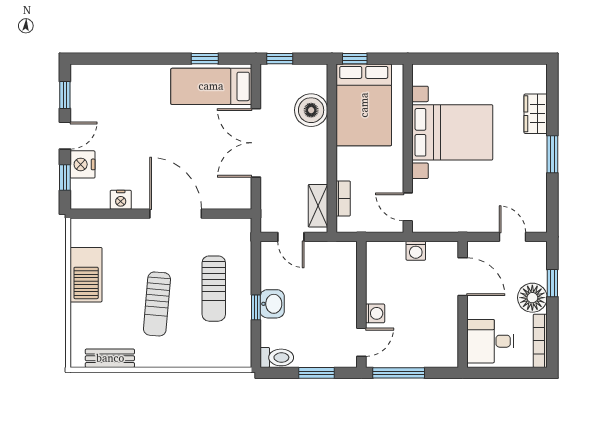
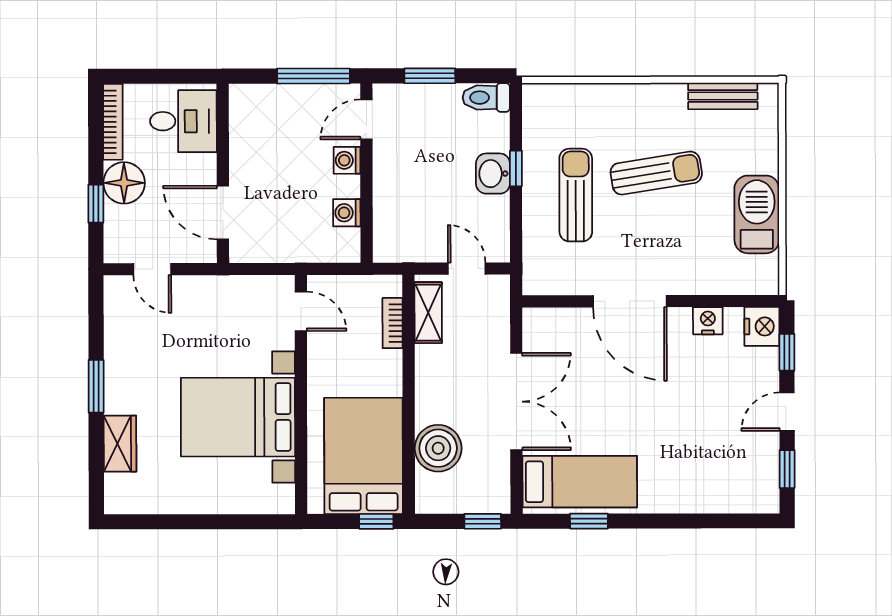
nightstand: (83, 164) -> (762, 326), moved
washing machine: (416, 251) -> (347, 213), moved, turned -90
sun lounger: (157, 304) -> (656, 173), turned 76

